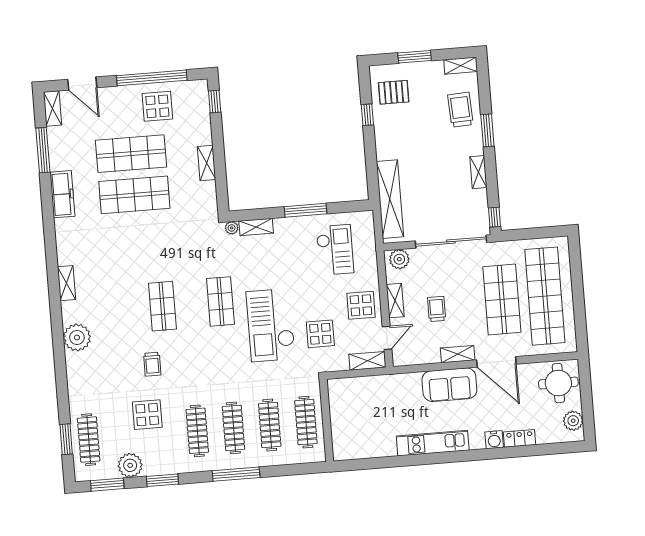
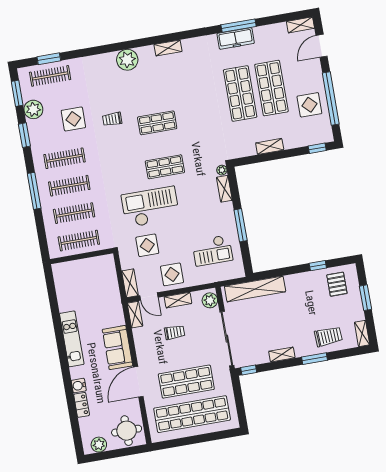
window: (43, 150) -> (239, 26), moved
shelving: (458, 354) -> (135, 315), moved

